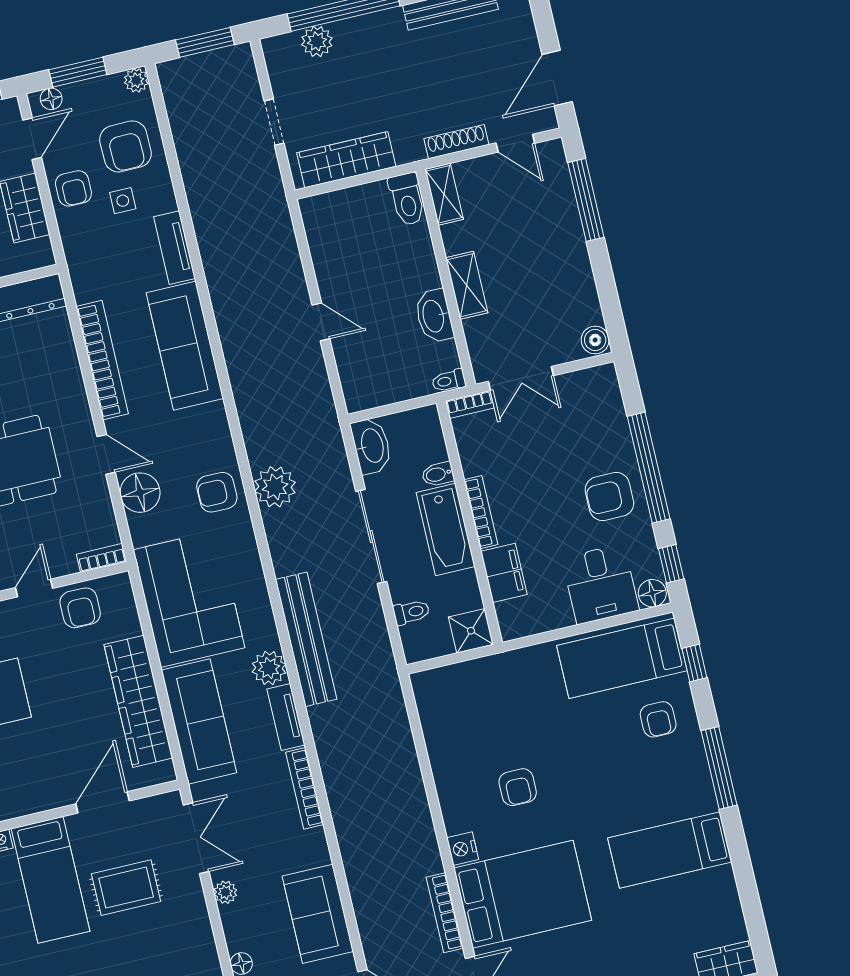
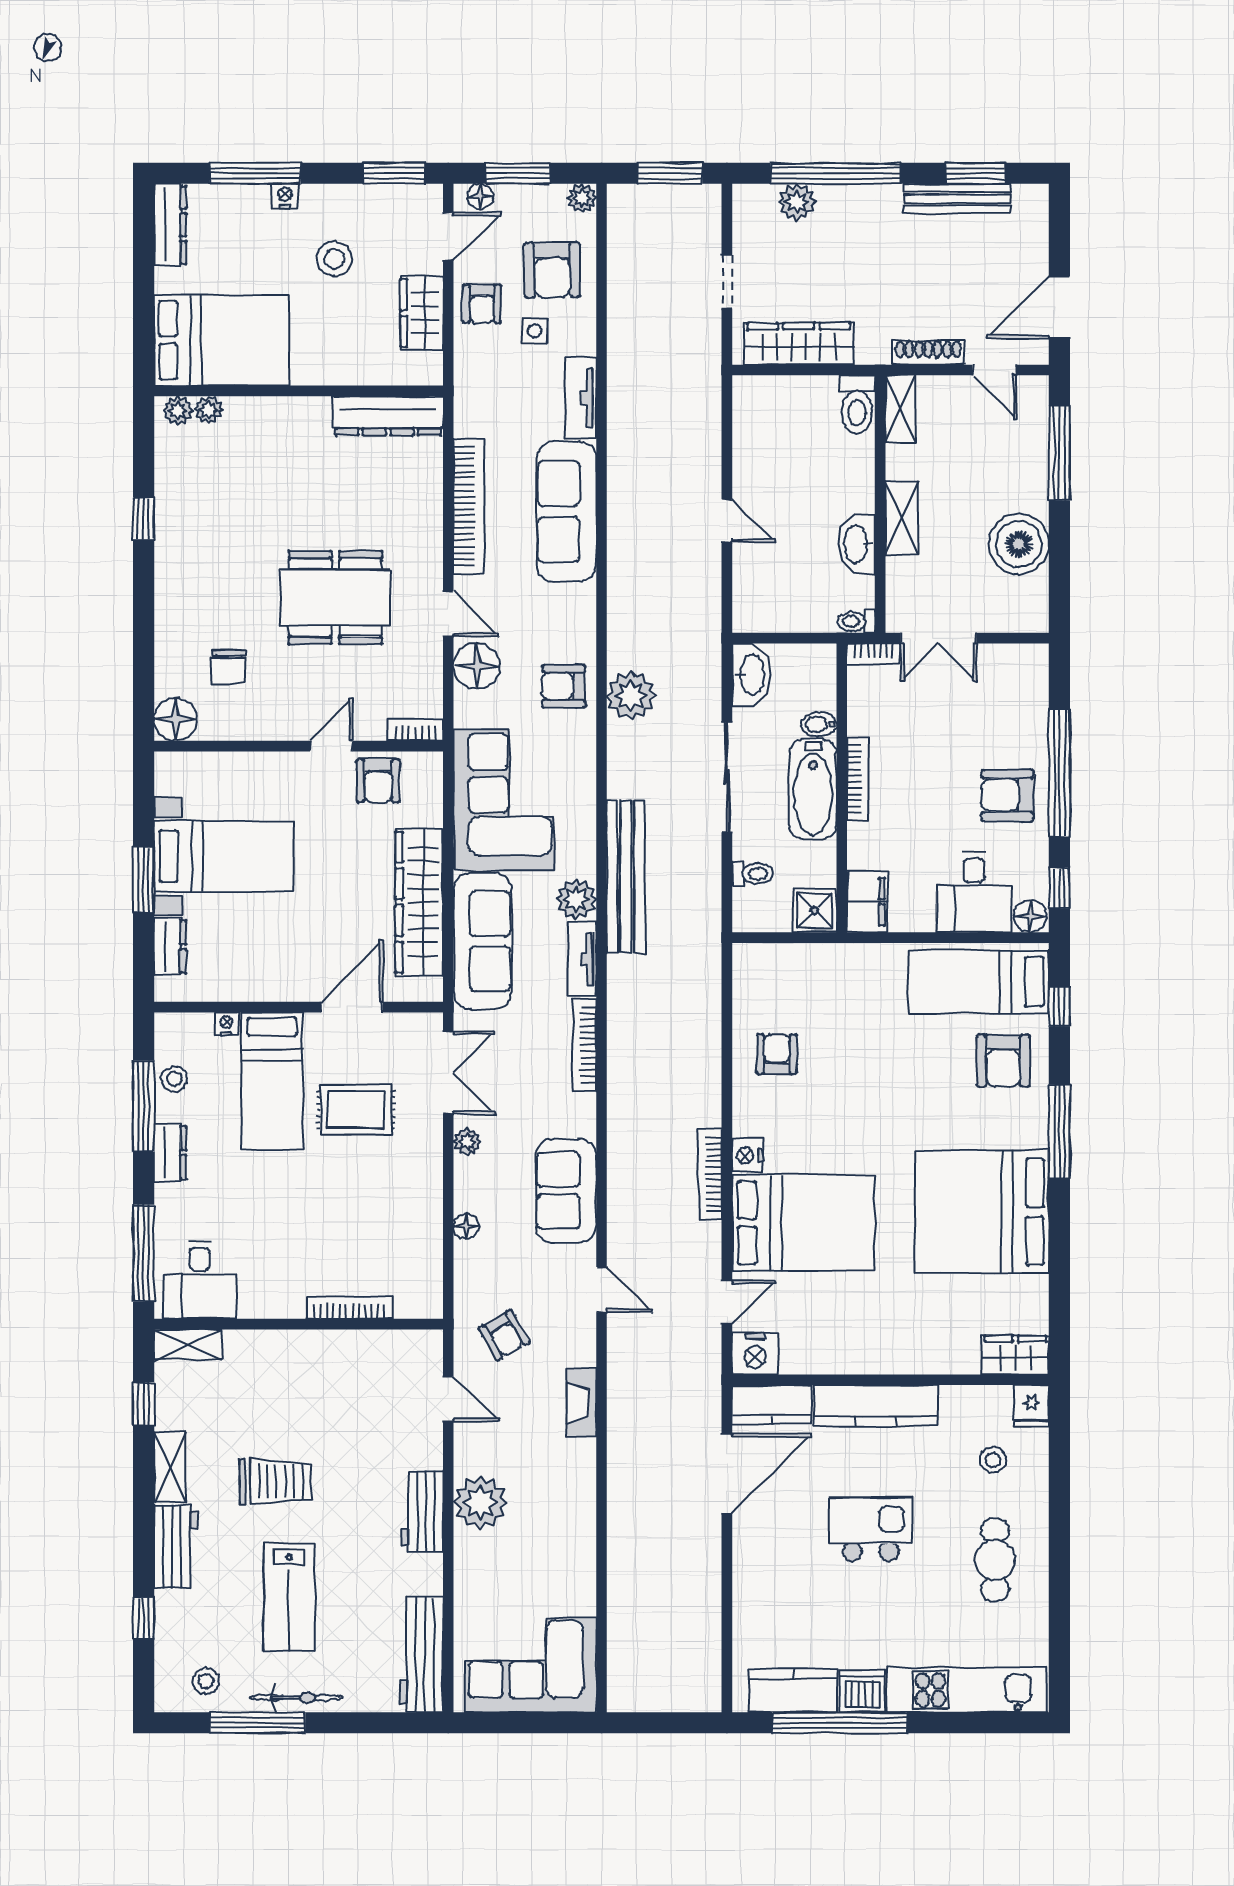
boiler: (595, 340) -> (1019, 544), moved, width x1.86, depth x1.86
filing cabinet: (504, 573) -> (867, 902), moved
armchair: (658, 719) -> (1003, 1061), width x1.38, depth x1.38
armchair: (518, 787) -> (777, 1054), moved, turned 180
bed: (670, 850) -> (982, 1212), width x2.04
bookcase: (445, 913) -> (710, 1174), moved

